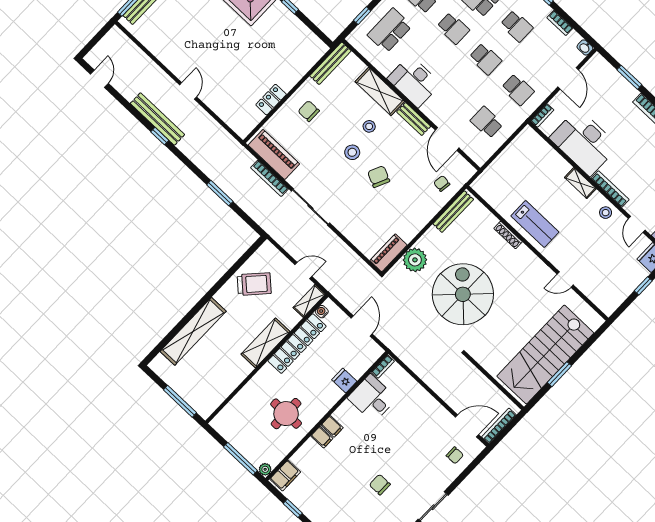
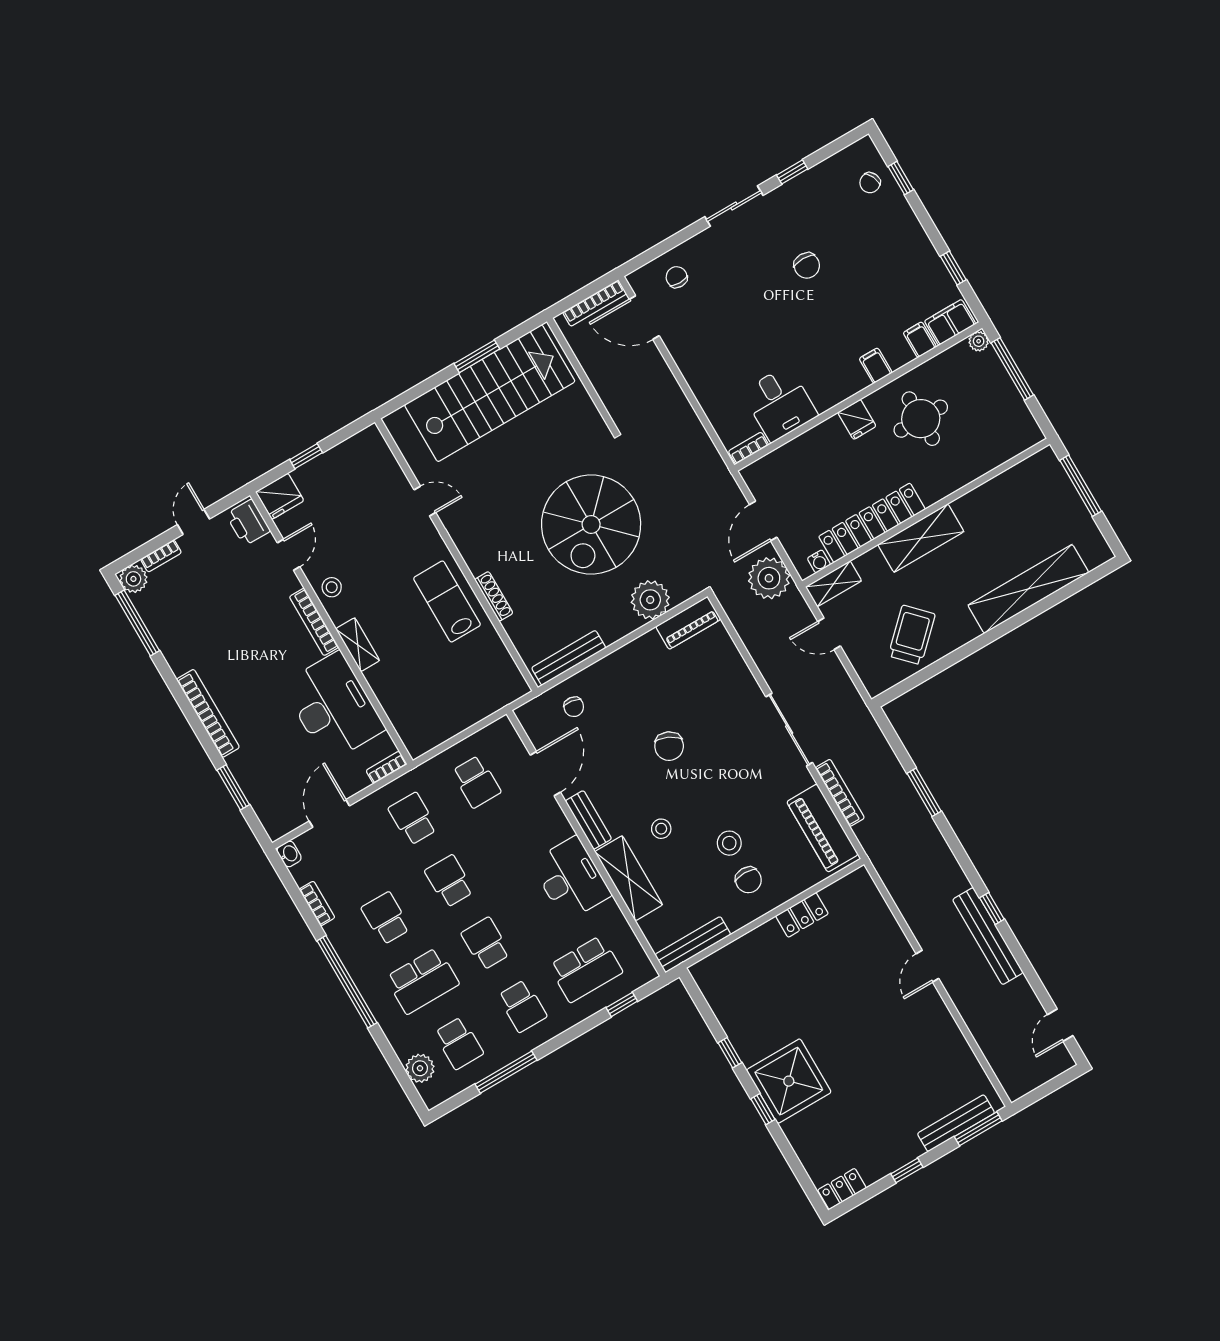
stool: (352, 152) -> (729, 843), moved
trolley: (254, 284) -> (912, 635), turned 93
plant: (348, 293) -> (769, 578), added
fridge: (344, 381) -> (857, 419), moved
filing cabinet: (332, 426) -> (920, 340), moved

